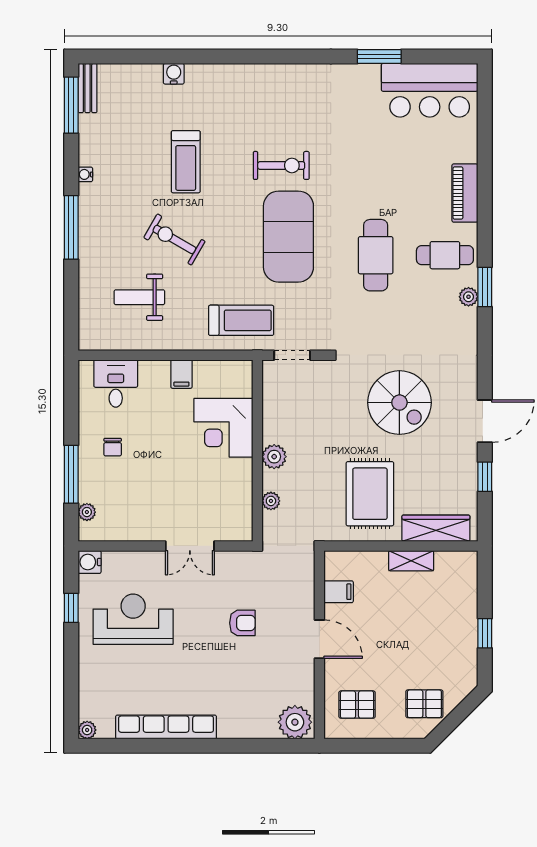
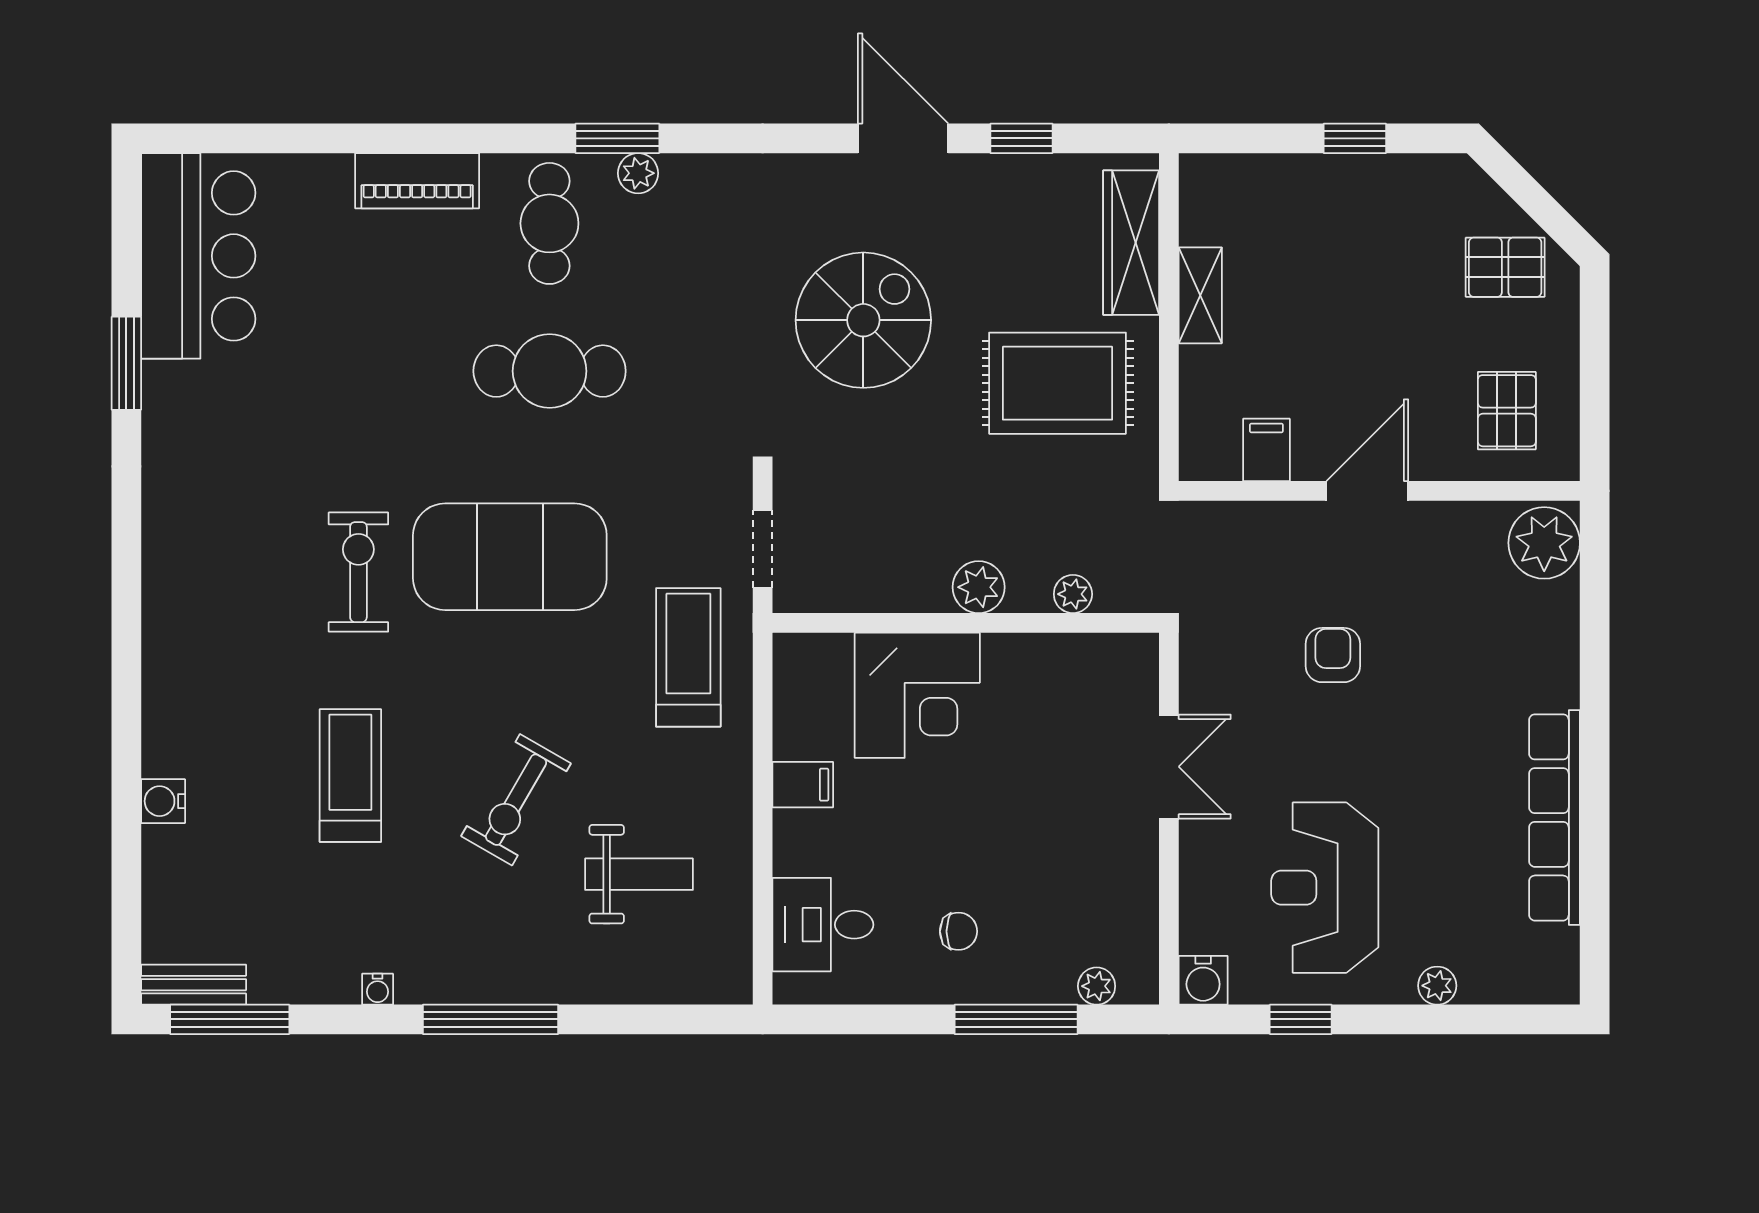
treadmill: (186, 162) -> (350, 776), turned -90
weight bench: (139, 297) -> (639, 874), turned -90
pallet: (424, 704) -> (1505, 267), turned 90
plant: (87, 730) -> (1437, 986), moved

